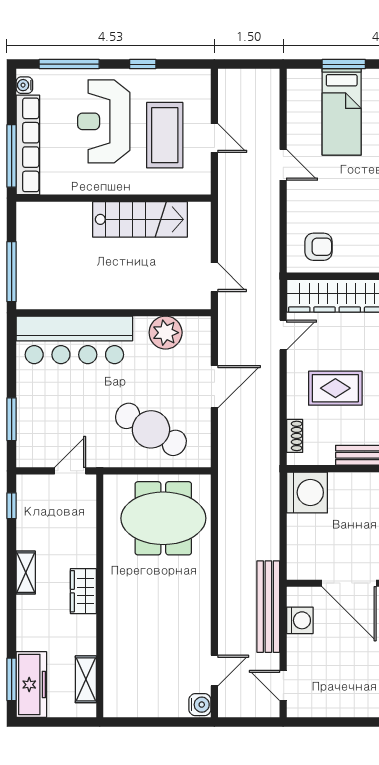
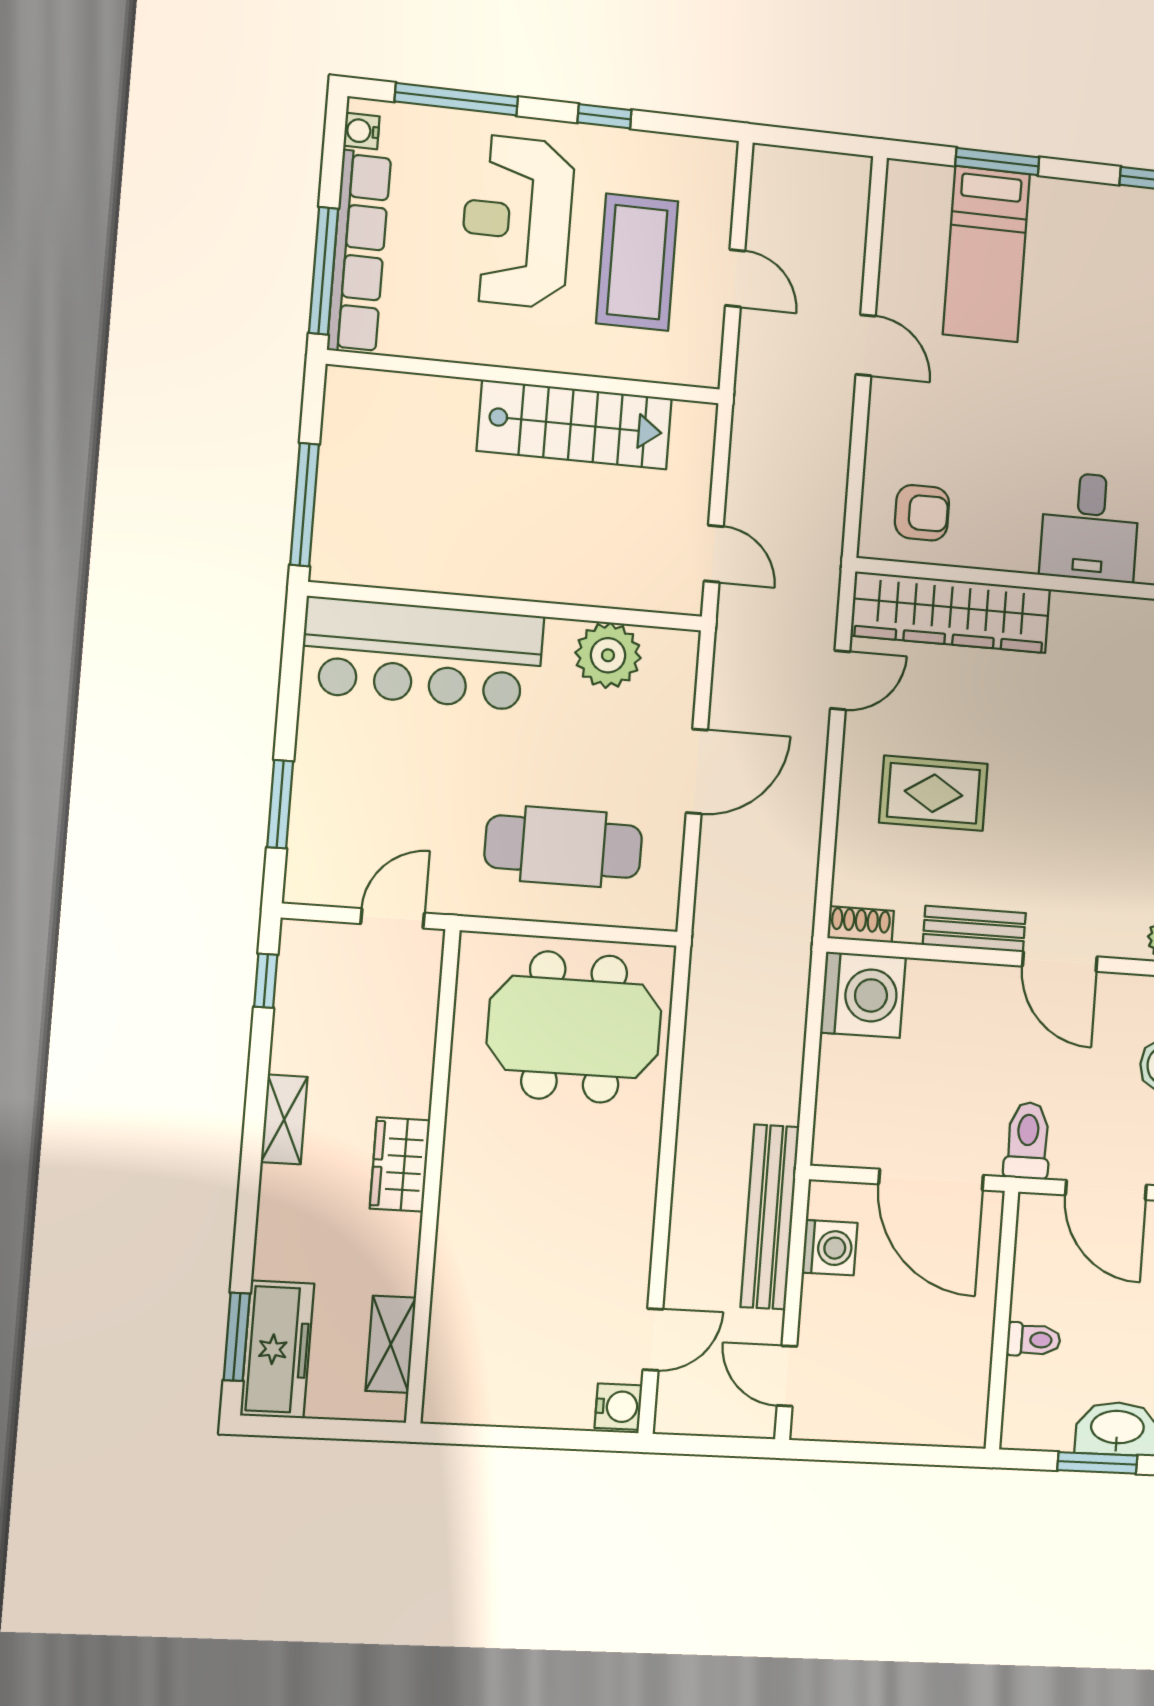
cafe table: (151, 429) -> (563, 847), turned -30
shoe rack: (295, 436) -> (861, 924), moved, turned -90

